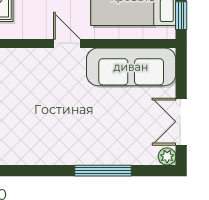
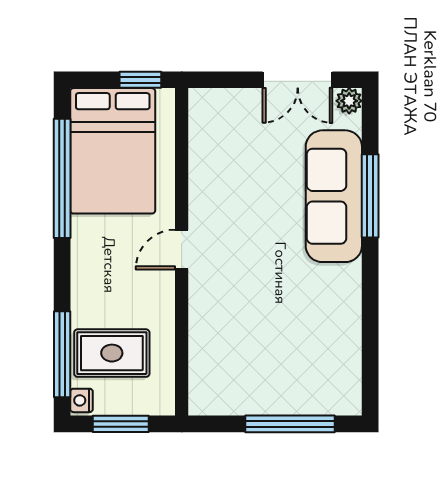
sofa: (131, 67) -> (334, 196), moved, turned 180

